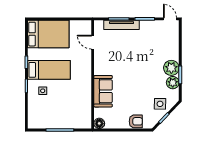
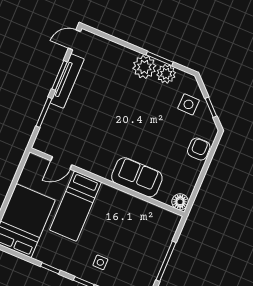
tv unit: (121, 25) -> (67, 81), moved
bed: (49, 70) -> (75, 206), moved, turned 180

